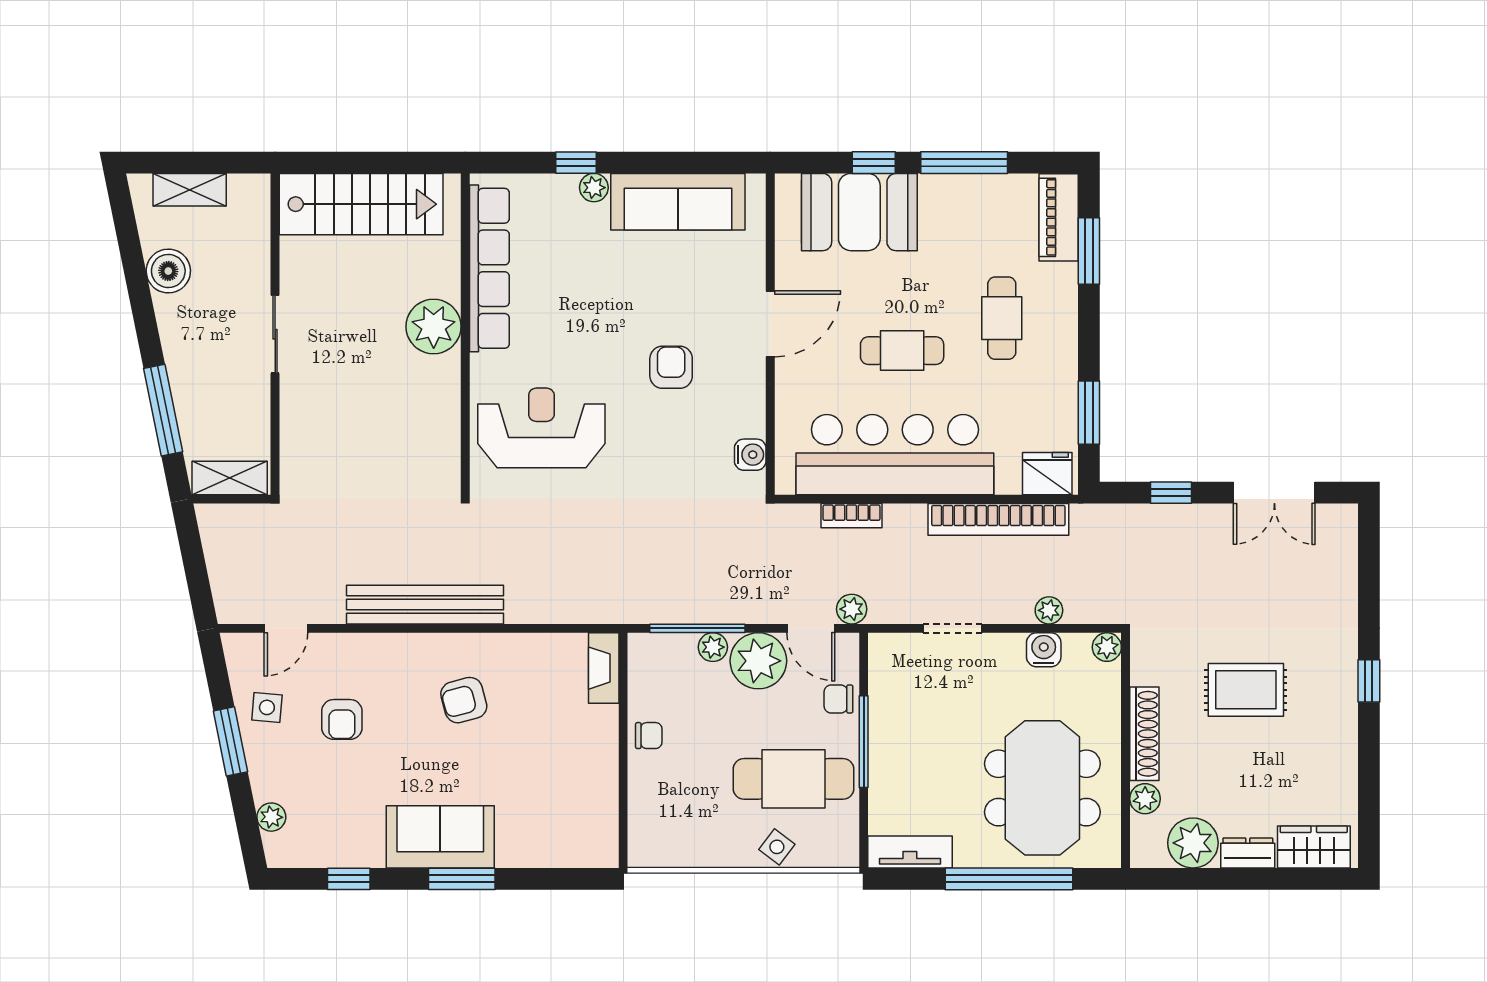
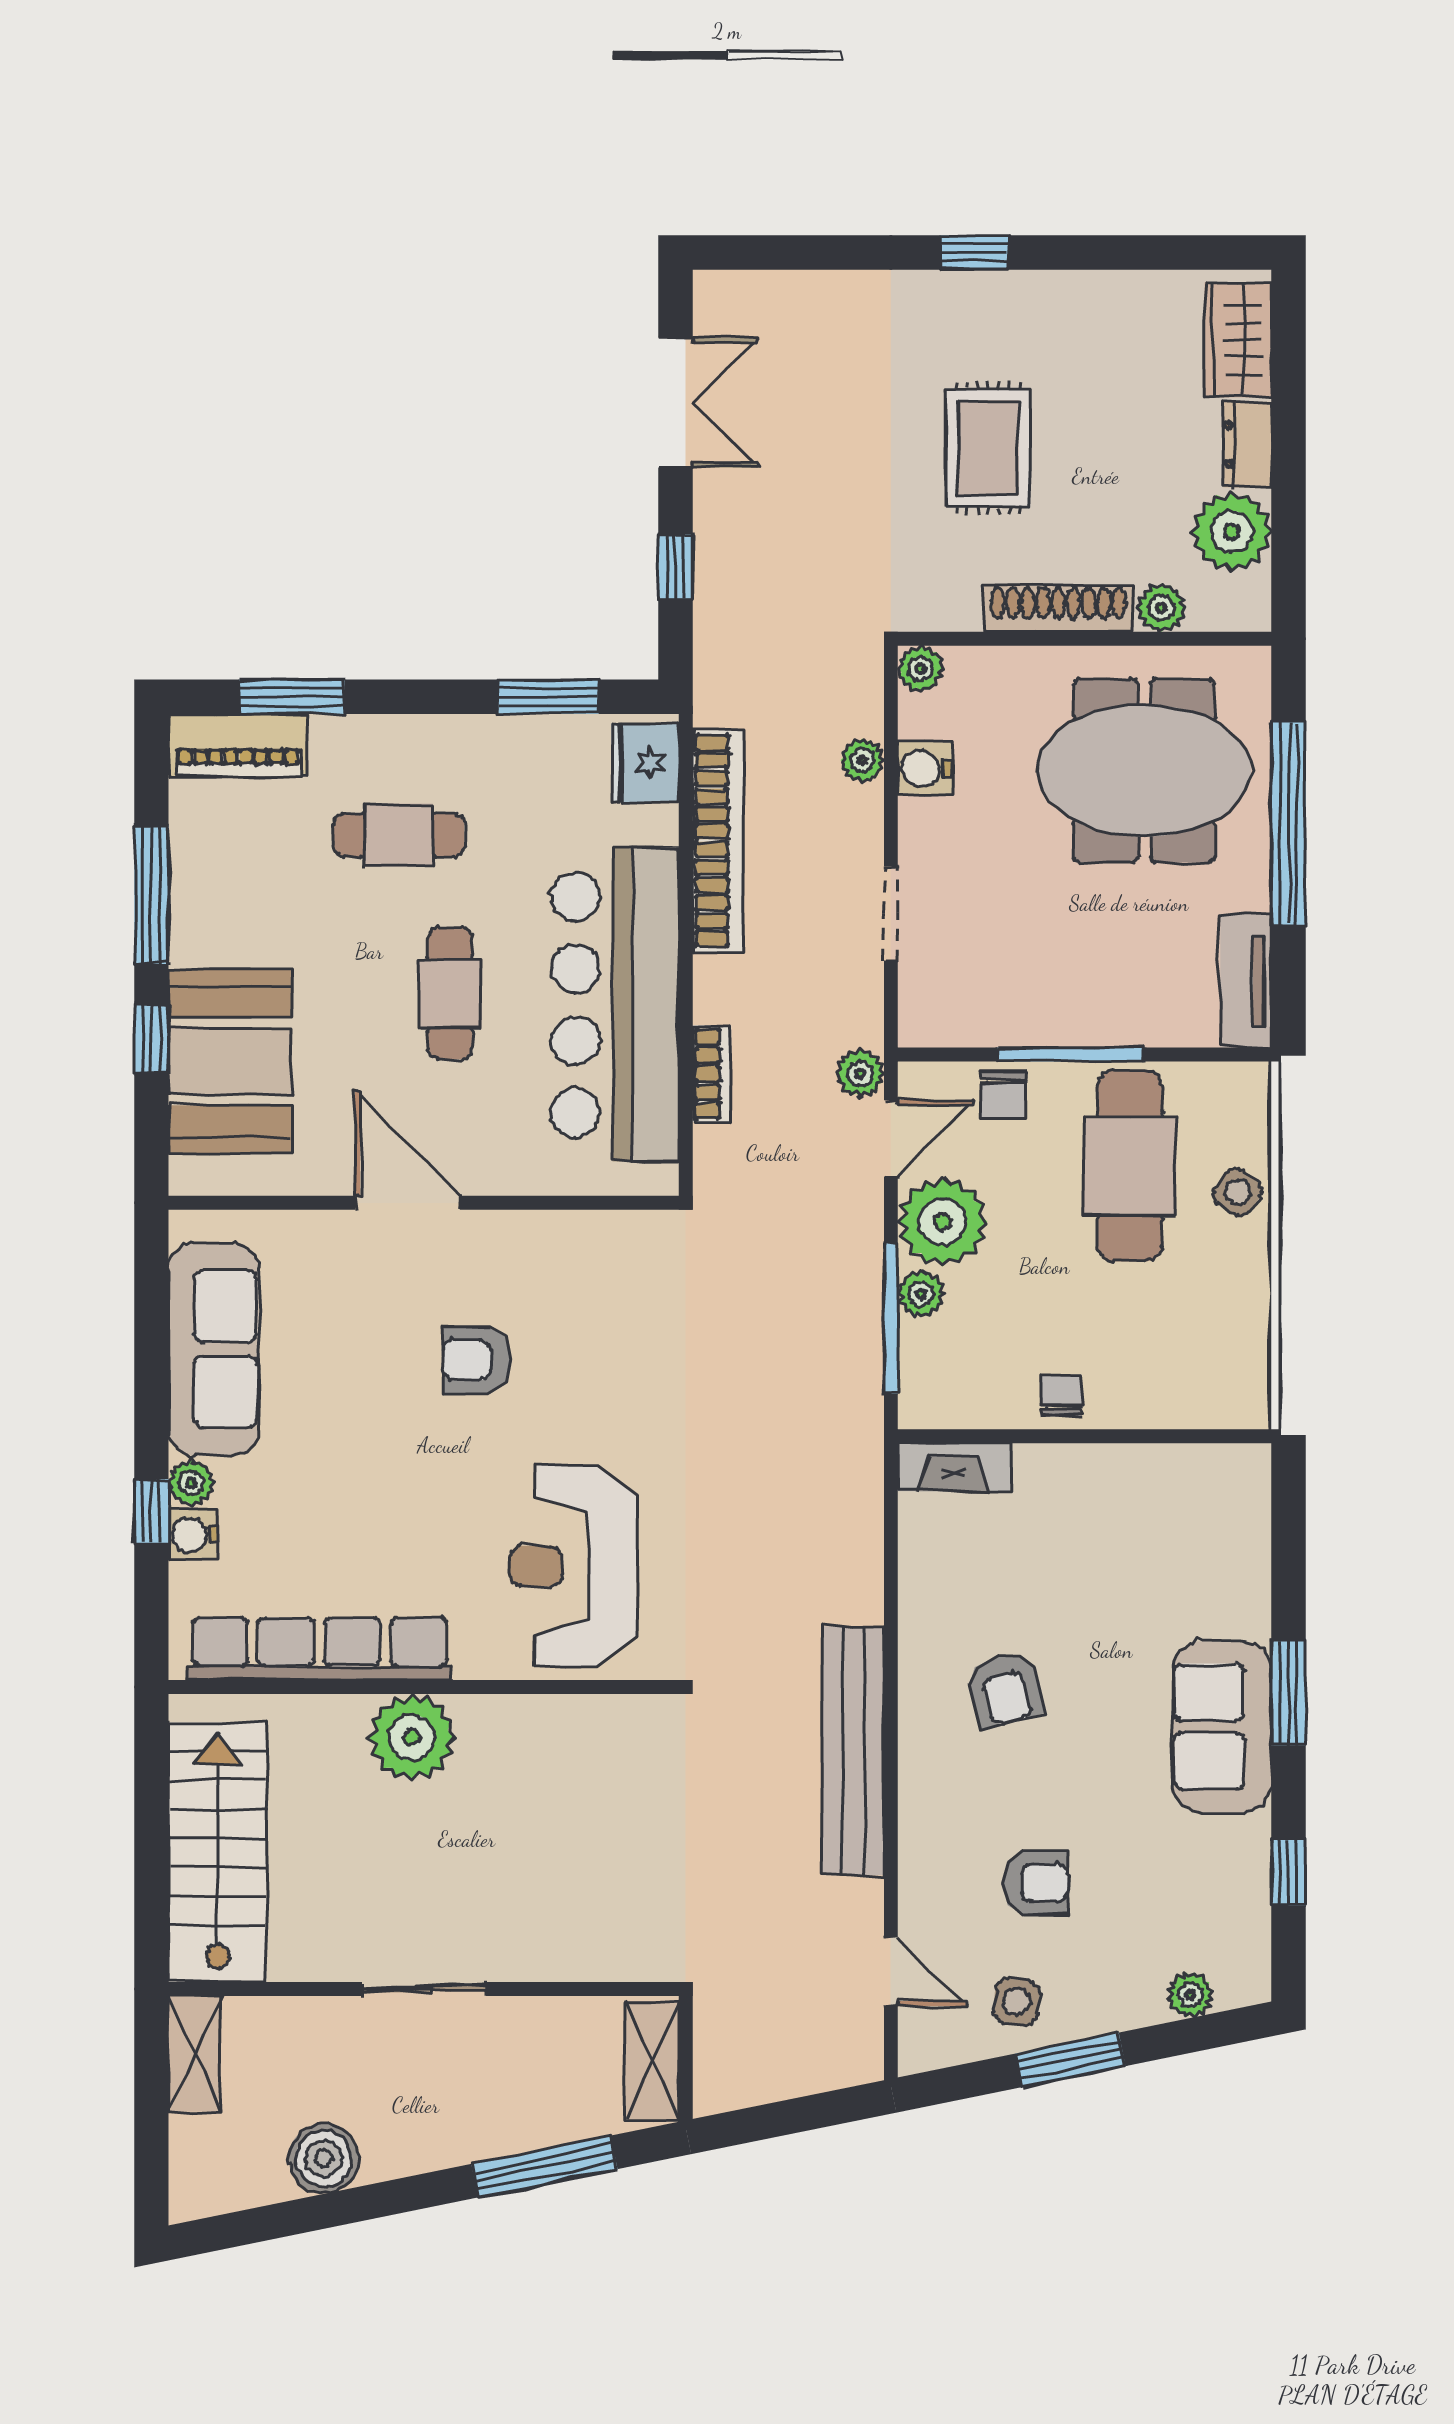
shelving: (190, 190) -> (195, 2054), moved
water cooler: (750, 455) -> (193, 1535), moved, turned -90

